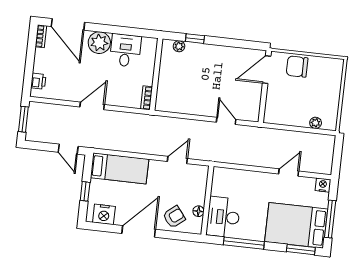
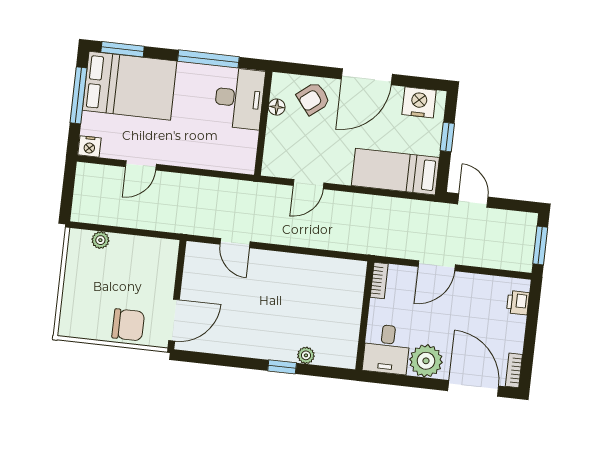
wall: (156, 74) -> (365, 316), moved
bookcase: (147, 98) -> (379, 280), moved

